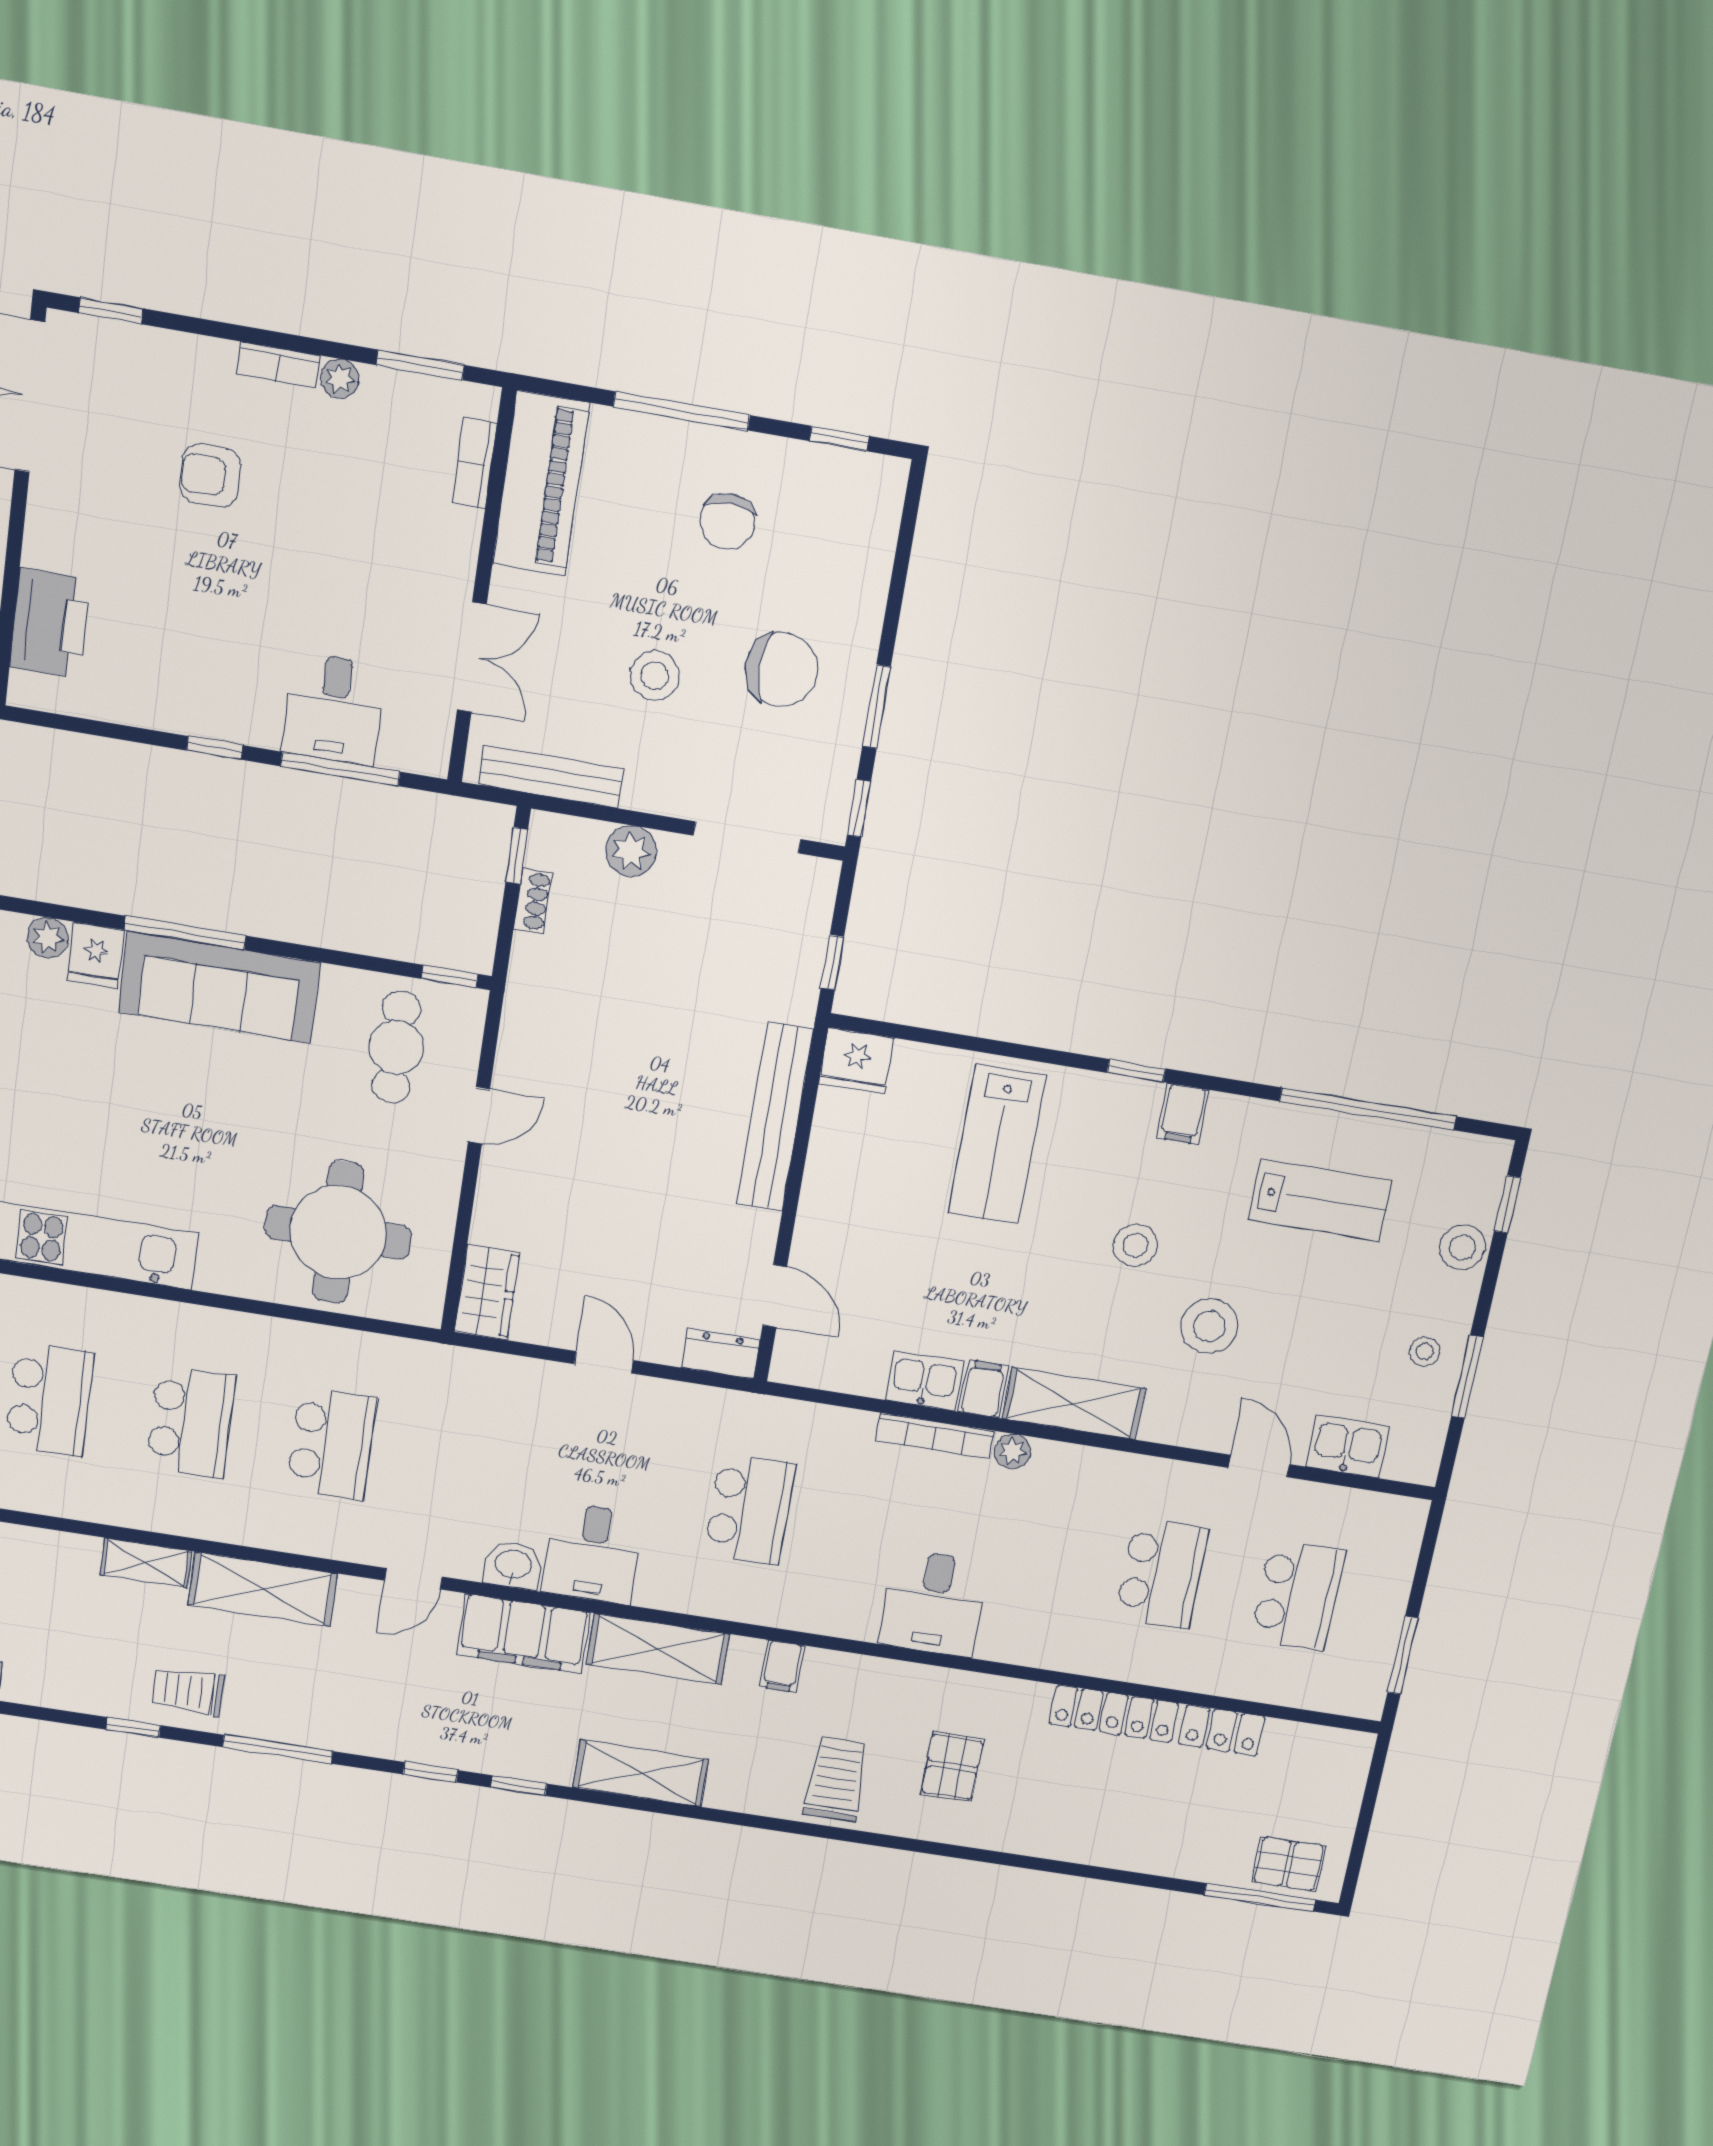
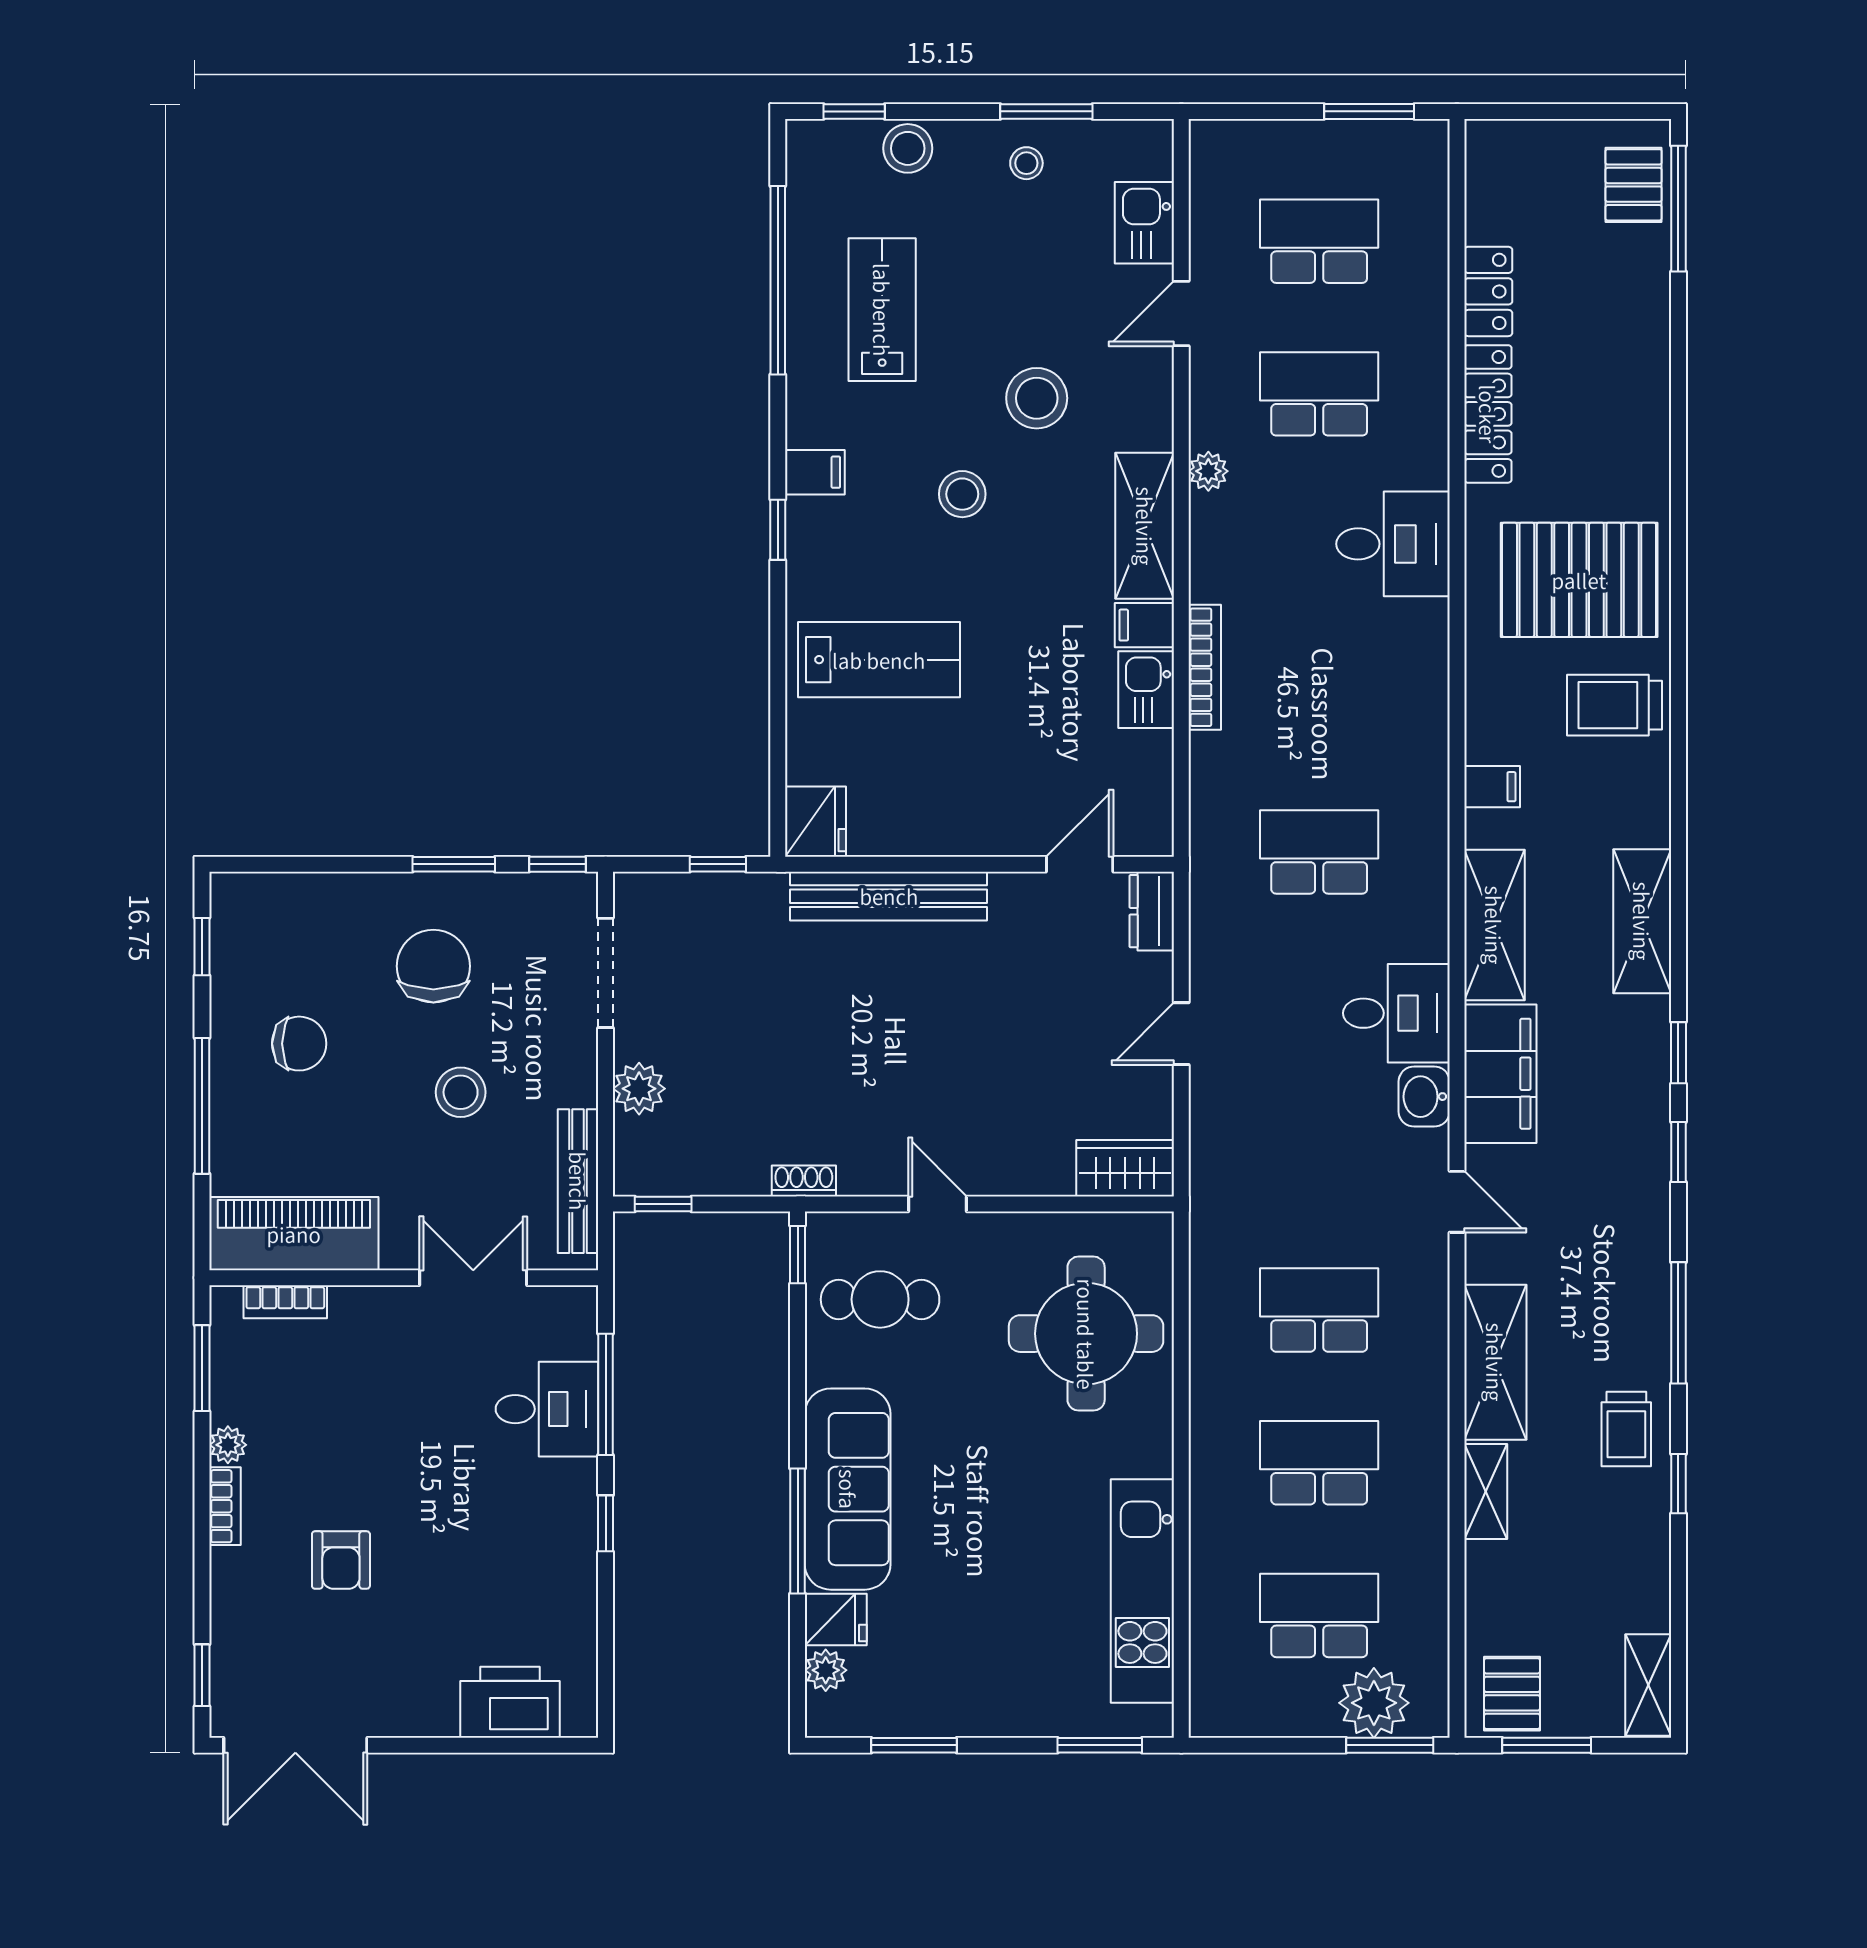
shoe rack: (533, 901) -> (804, 1181), moved
plant: (1013, 1451) -> (1208, 471), moved
desk: (933, 1603) -> (1393, 544), moved
pallet: (952, 1767) -> (1579, 580), width x2.05, depth x2.00

